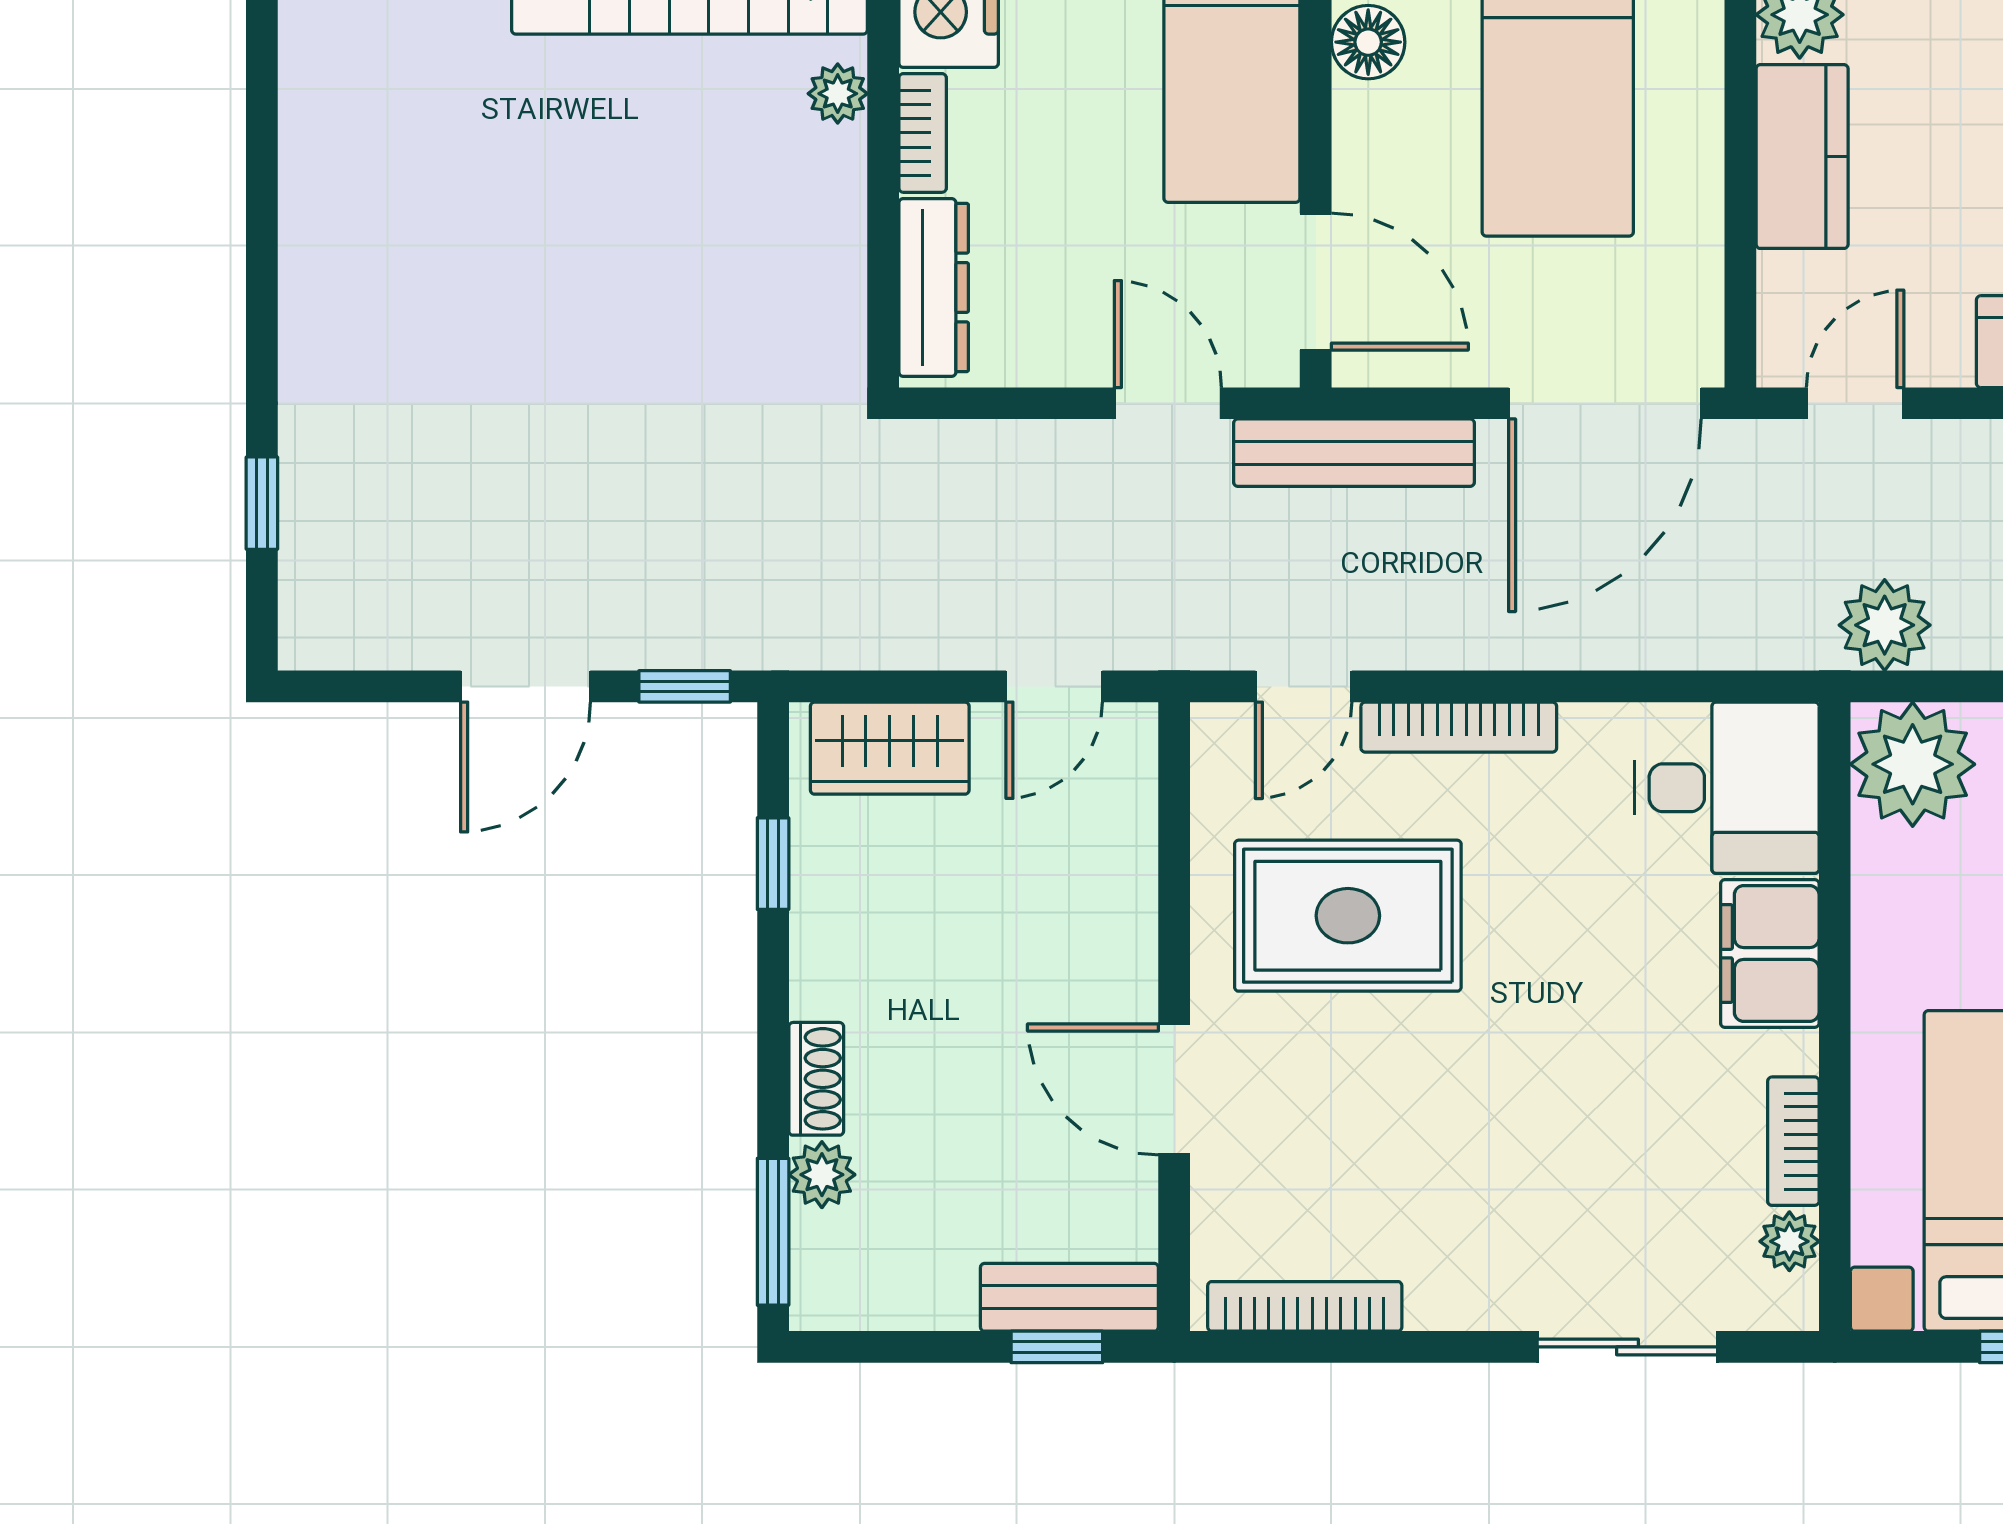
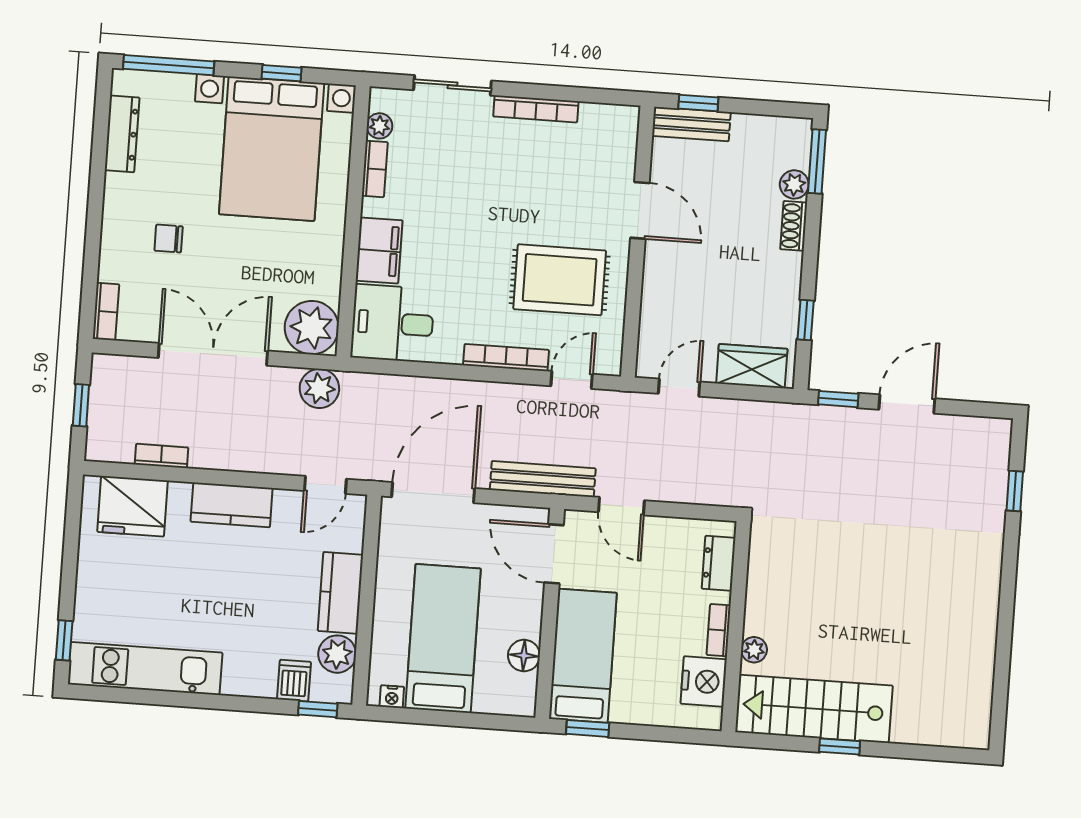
dresser: (934, 287) -> (719, 563), width x0.70
bookcase: (1305, 1306) -> (536, 109), moved

